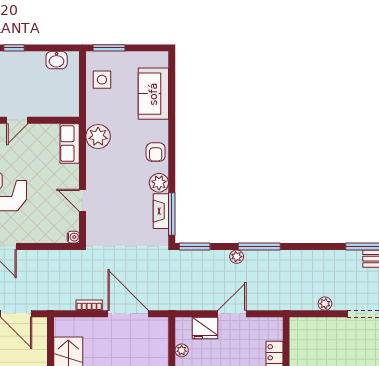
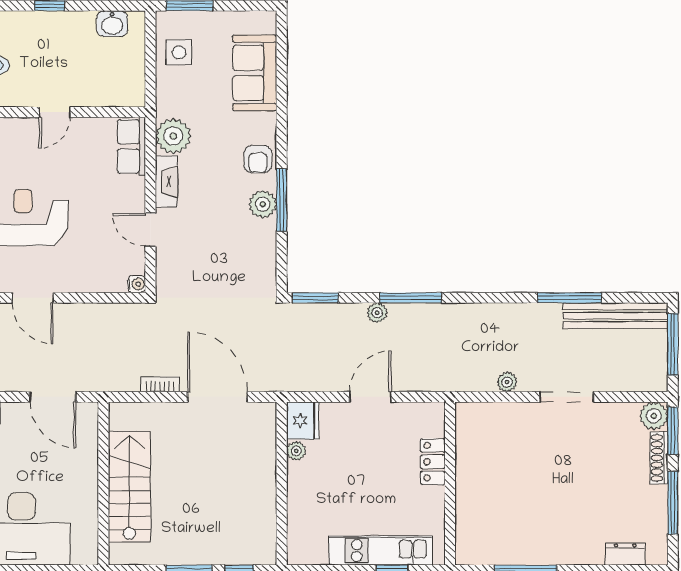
fireplace: (161, 211) -> (166, 182), moved, turned 180
window: (172, 214) -> (282, 200), moved
fridge: (205, 328) -> (303, 420), moved, turned -90

